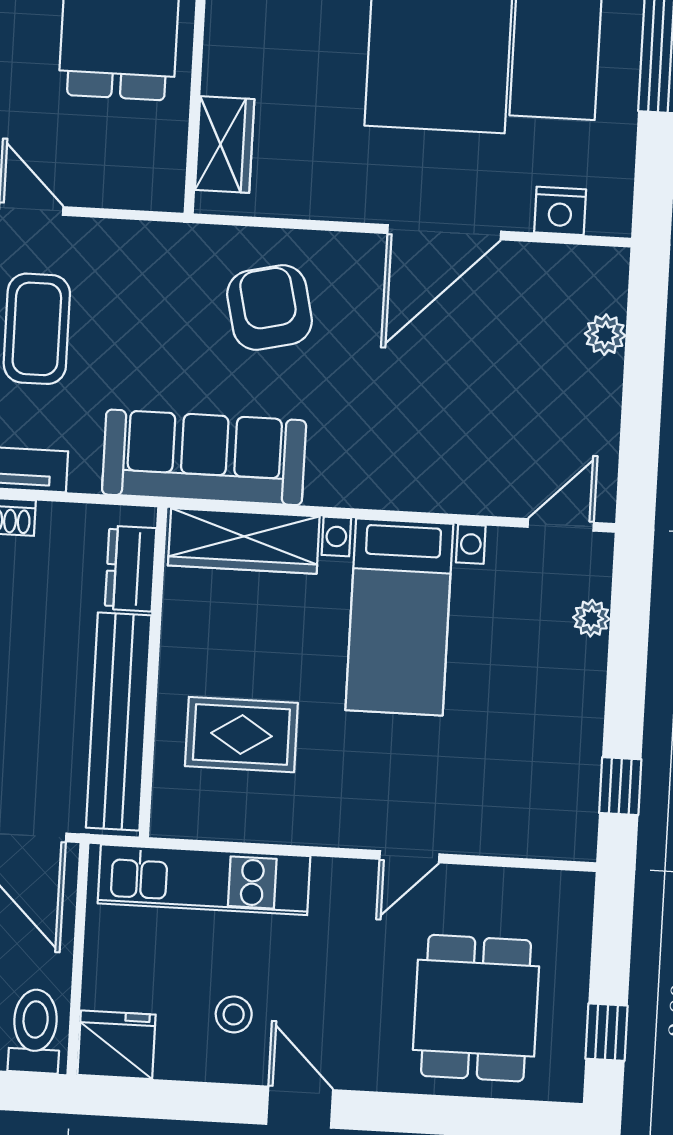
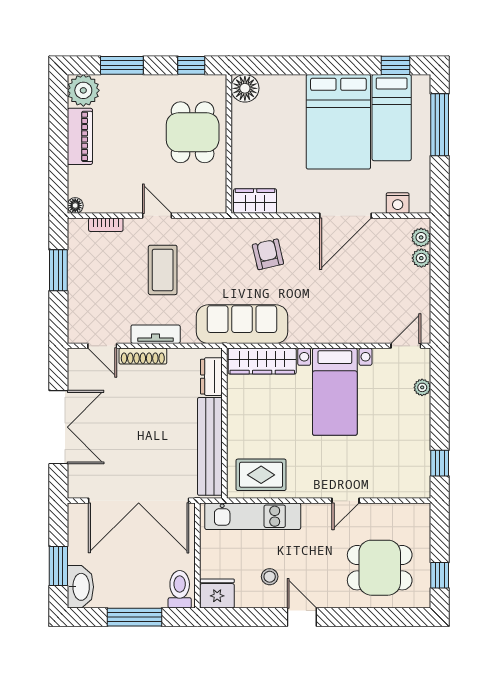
wardrobe: (225, 145) -> (255, 201), moved, turned -90
plant: (607, 289) -> (421, 237), added
armchair: (270, 307) -> (268, 254), width x0.72, depth x0.72
rug: (241, 735) -> (261, 475), moved
dining table: (476, 1008) -> (380, 568), turned 90

